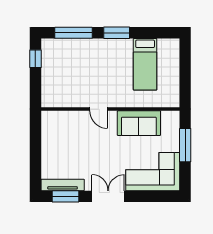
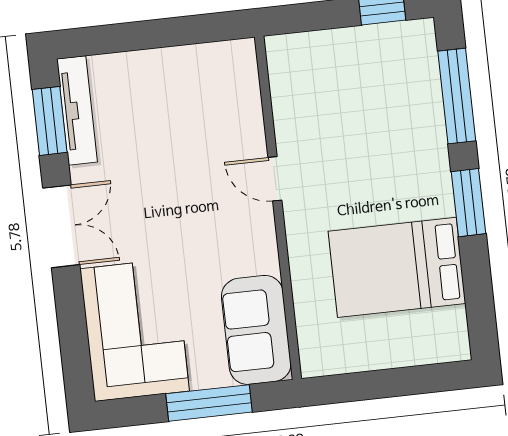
bed: (145, 64) -> (397, 267), width x1.50
door: (99, 109) -> (275, 179), hinge flipped
sofa: (139, 123) -> (256, 330), moved

